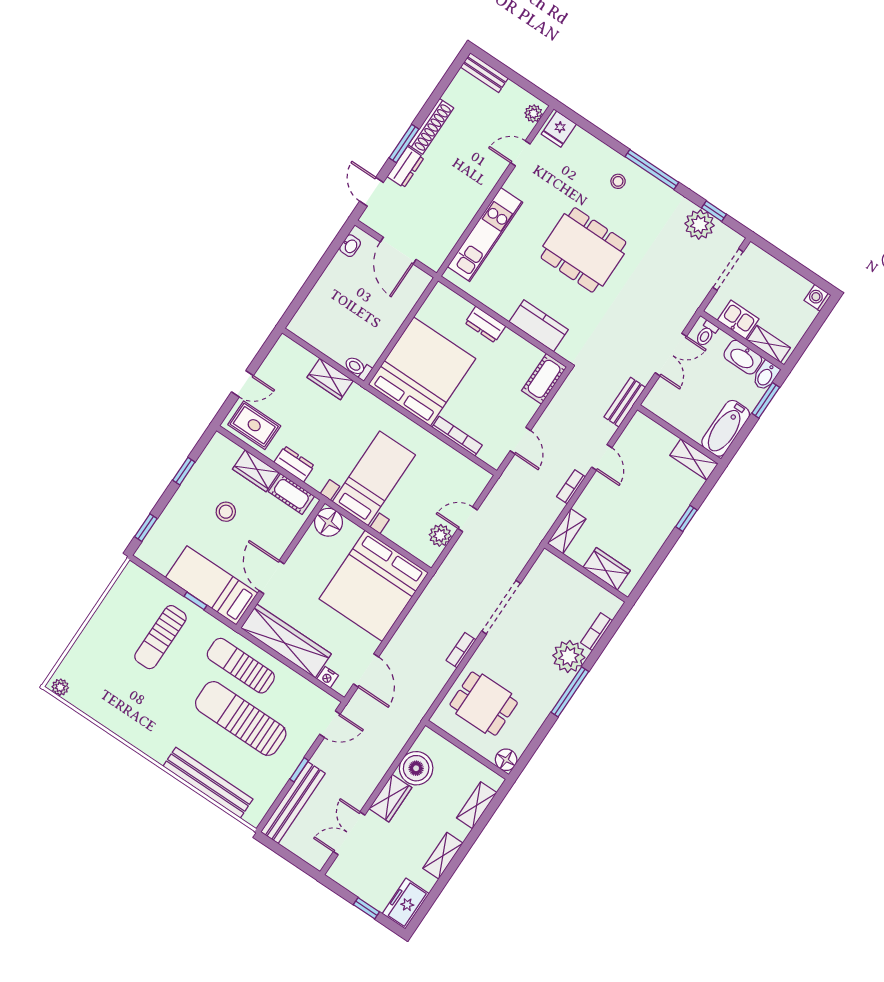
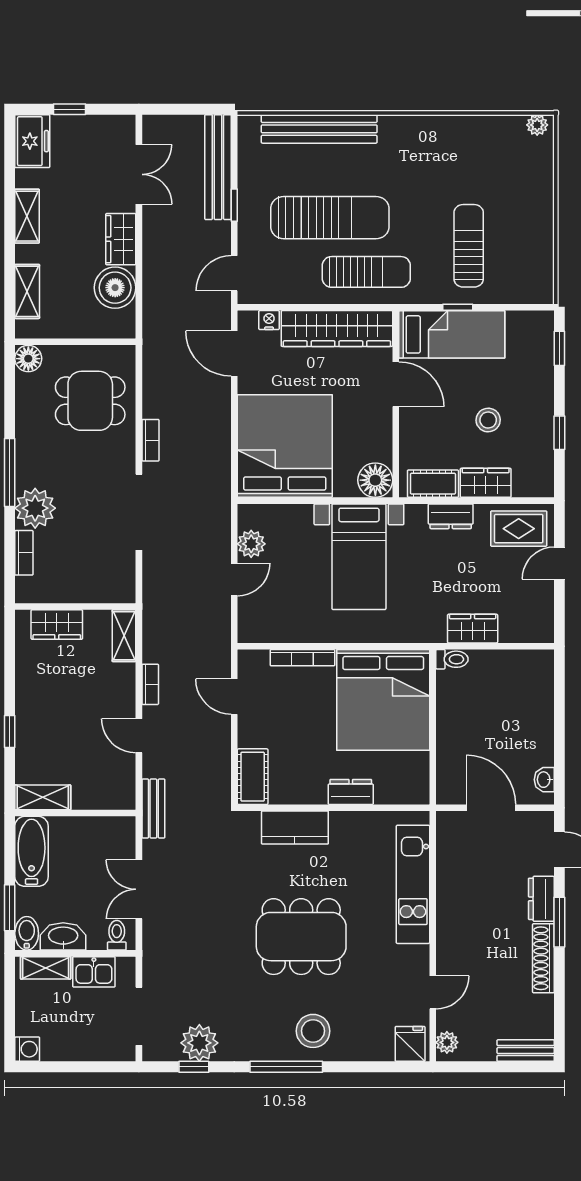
stool: (618, 181) -> (313, 1031), width x1.89, depth x1.89

